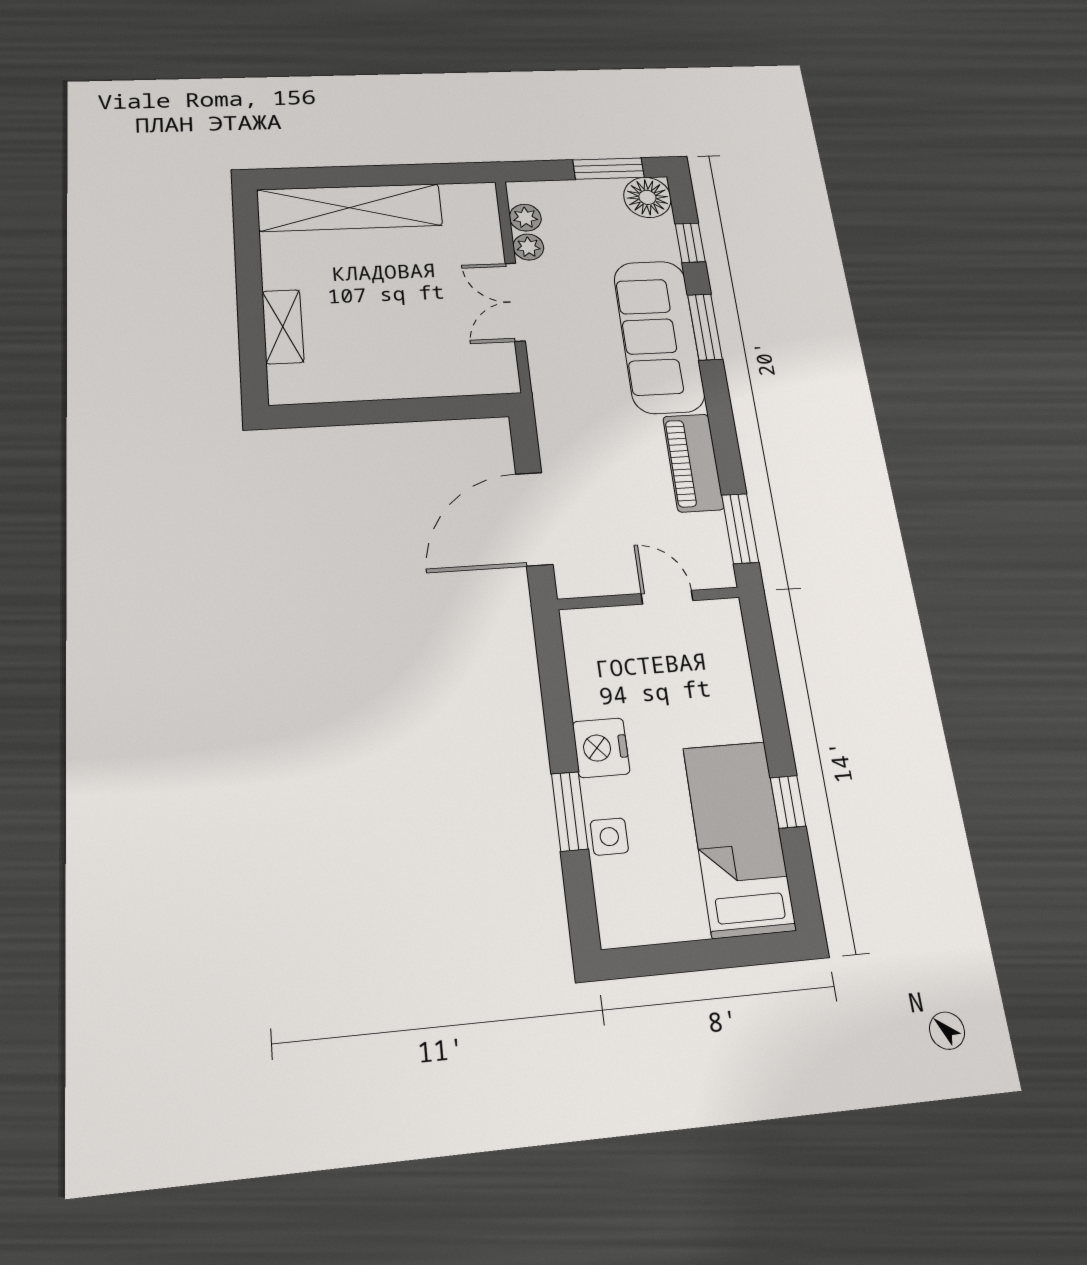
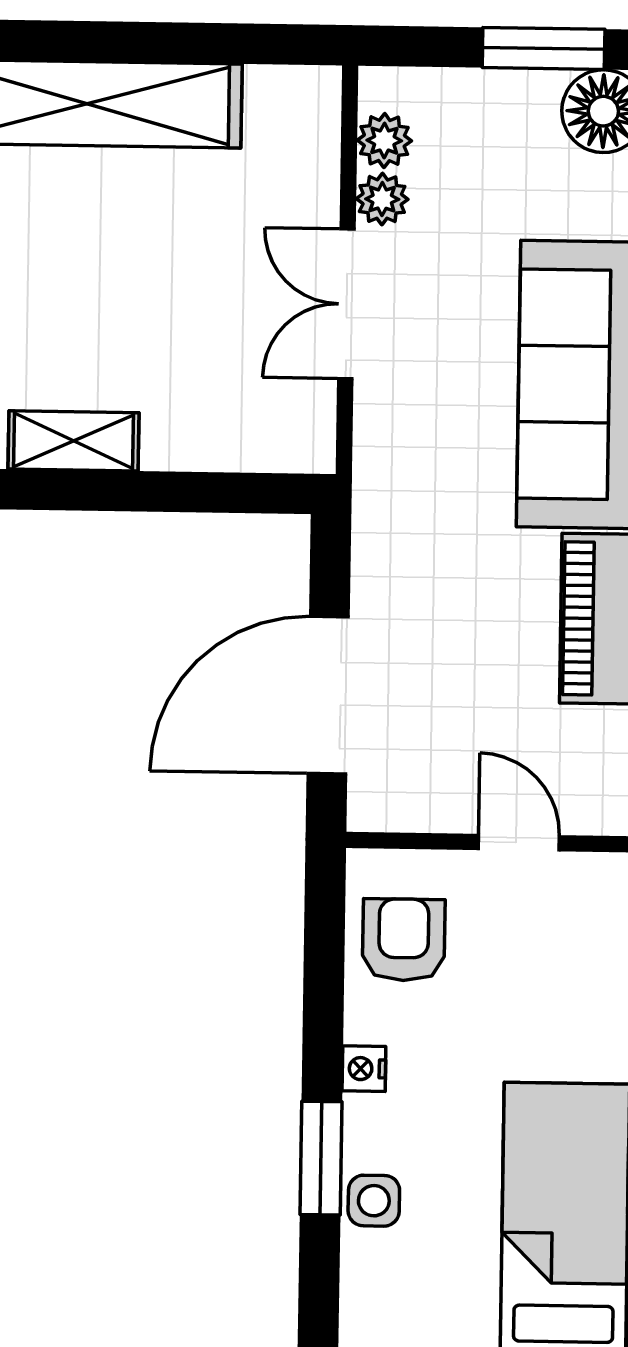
shelving: (359, 385) -> (74, 441), added
armchair: (604, 663) -> (404, 940), added
nightstand: (601, 748) -> (364, 1069), width x0.53, depth x0.56

